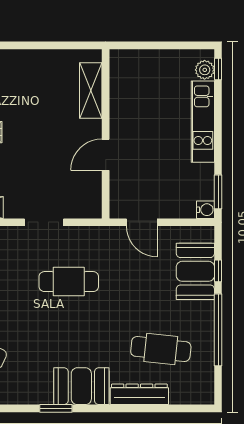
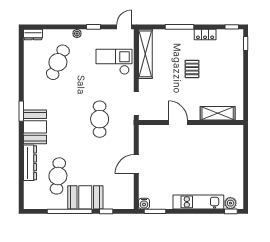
shelving: (91, 91) -> (218, 113), moved
wall: (106, 134) -> (191, 123), moved
door: (106, 155) -> (178, 123), moved
booth: (195, 271) -> (85, 197), moved

